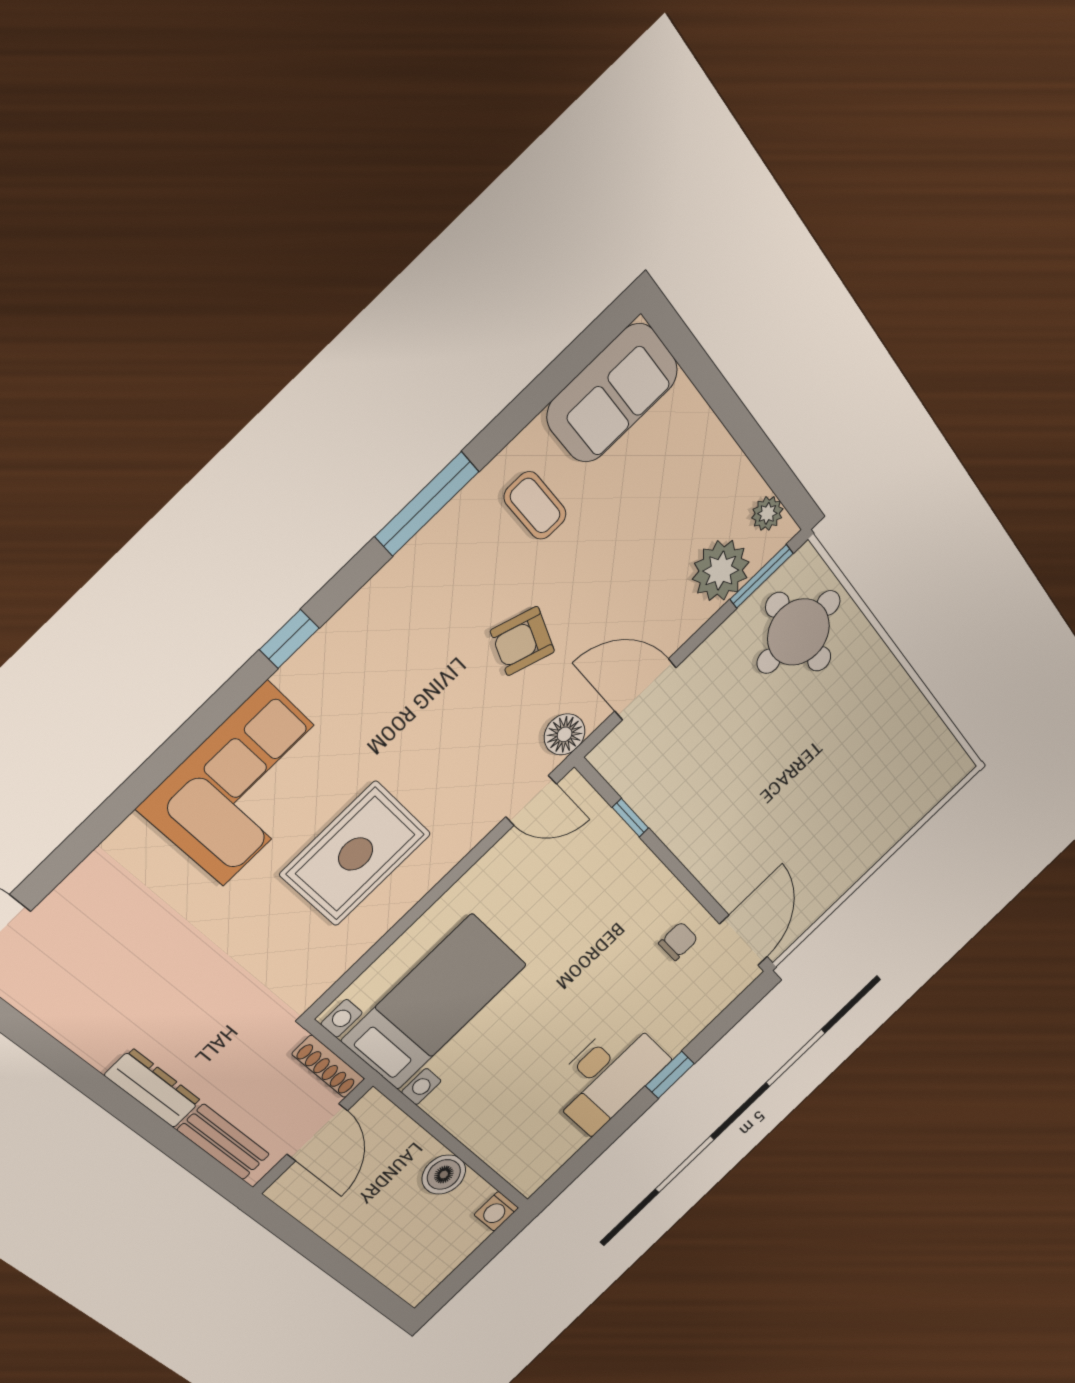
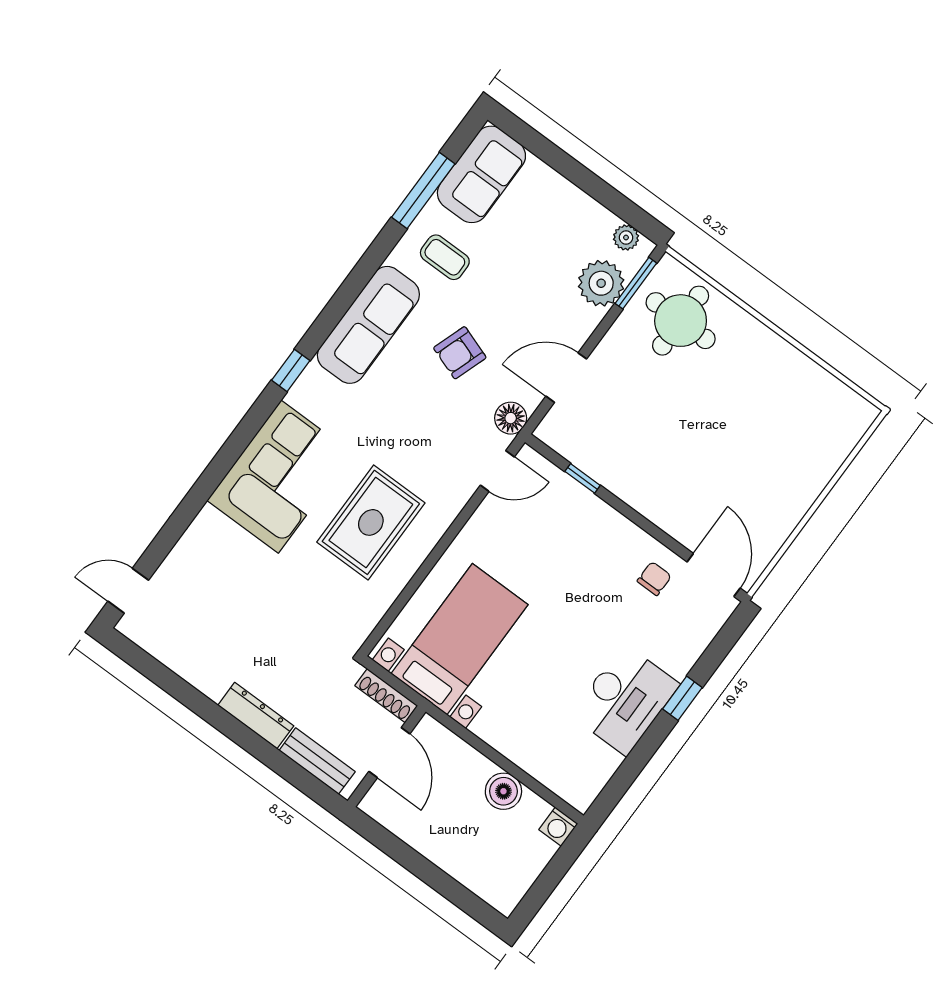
window: (427, 504) -> (423, 191), moved
sofa: (411, 587) -> (368, 325), added

